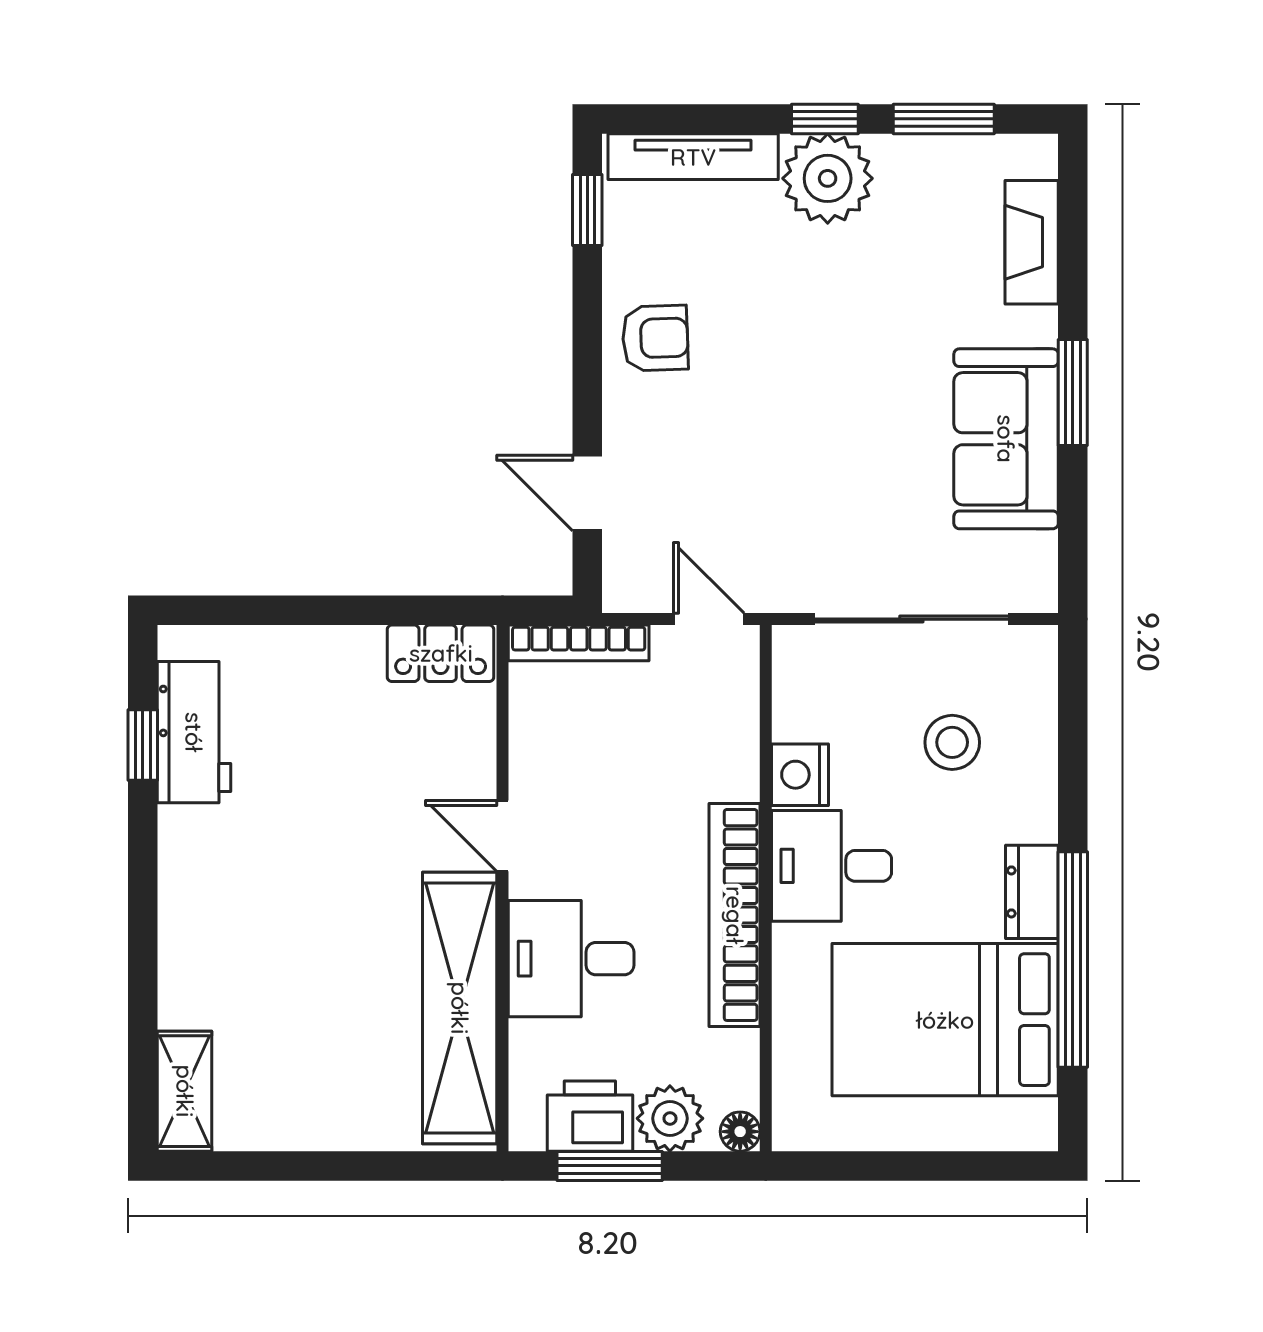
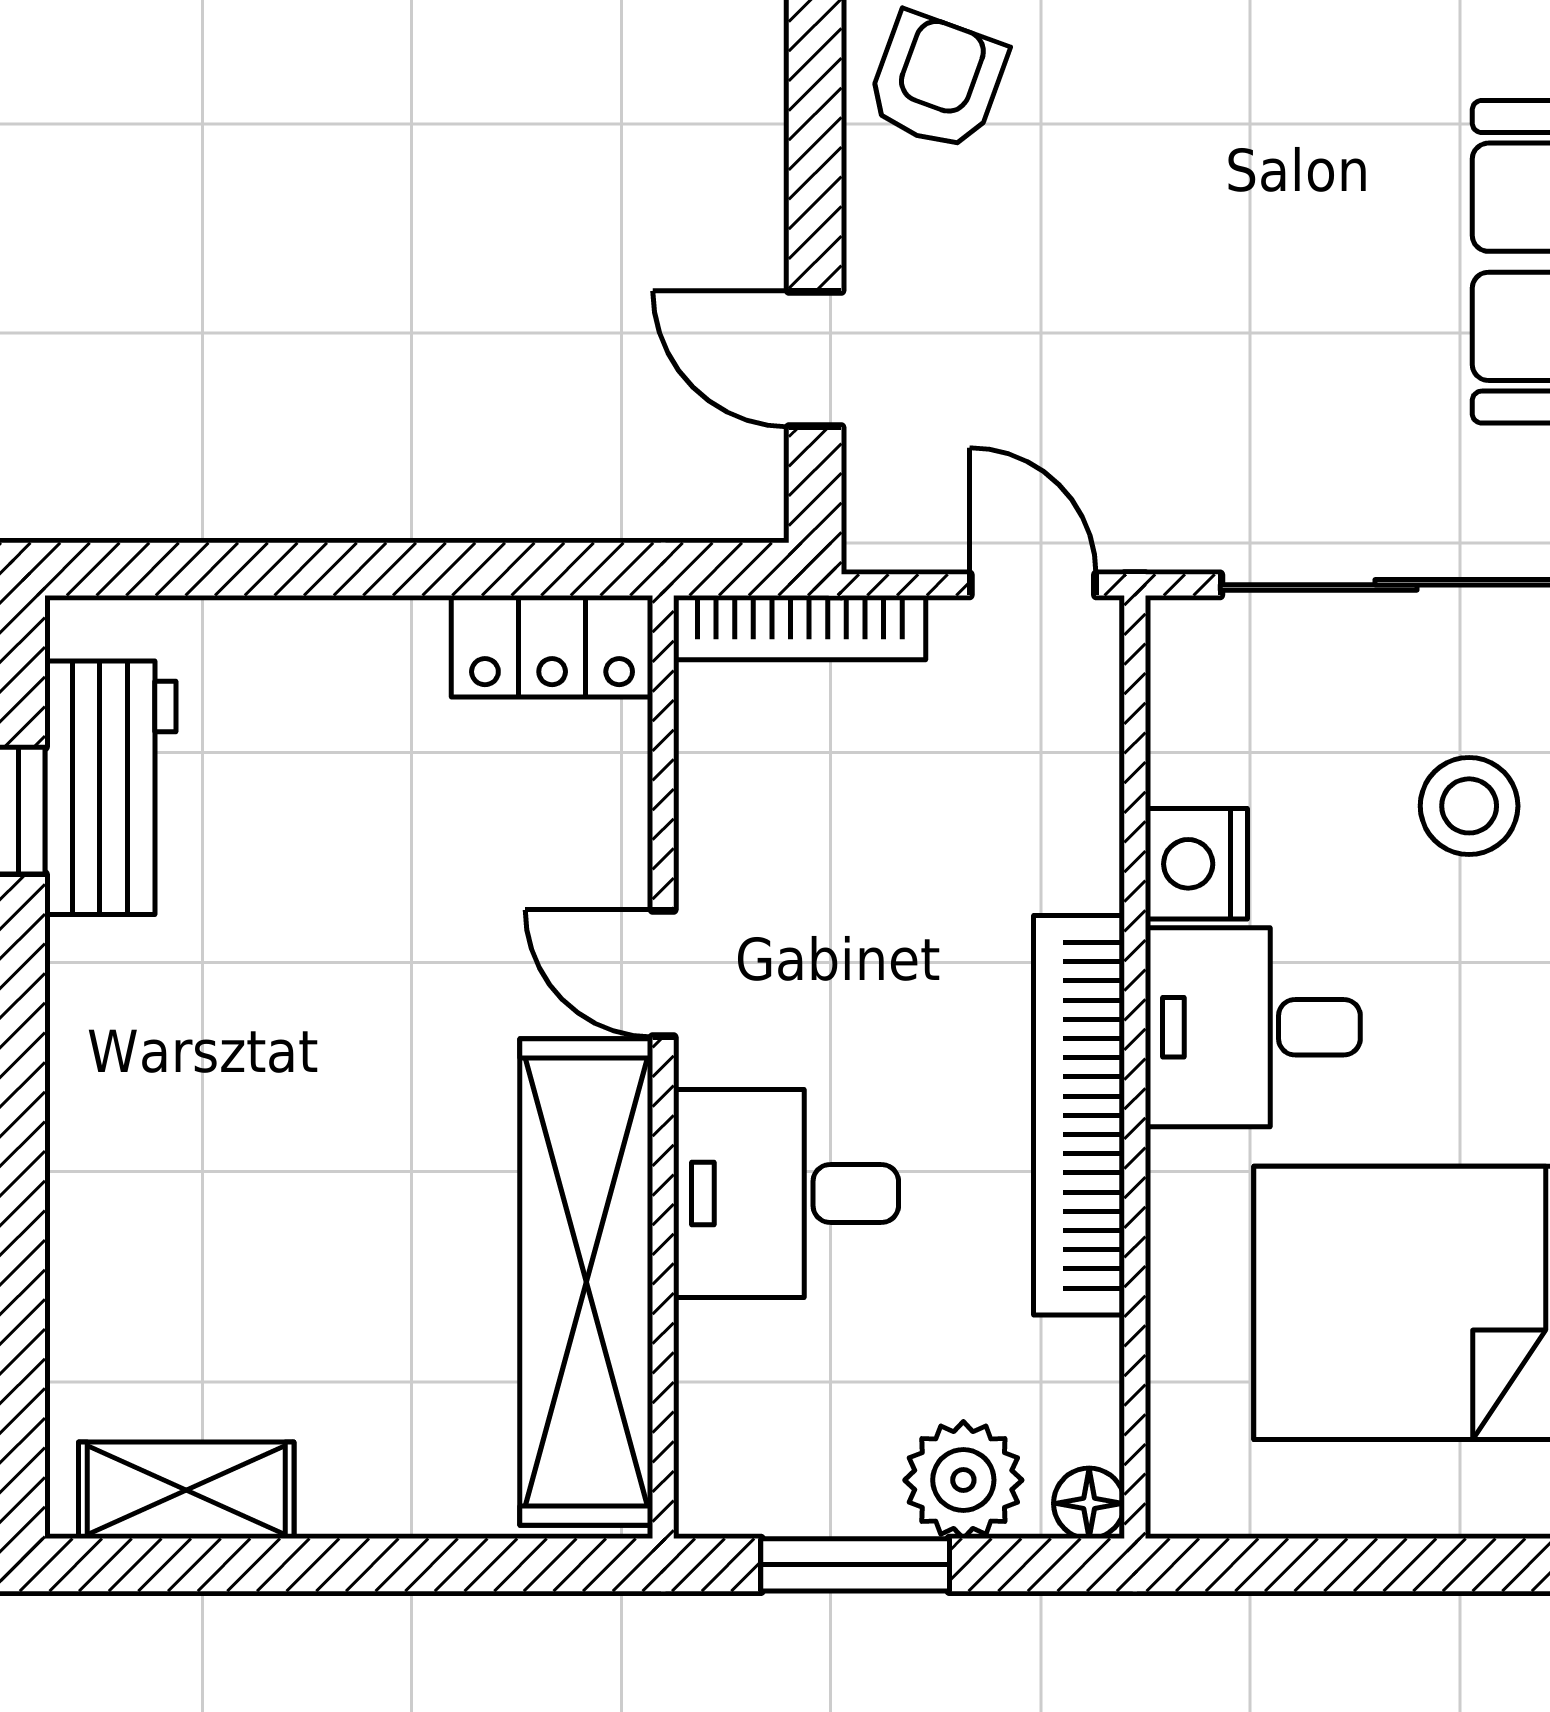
armchair: (655, 338) -> (937, 81), turned -68
shelving: (185, 1091) -> (186, 1490), moved, turned 90
printer: (590, 1116) -> (820, 1476), removed

